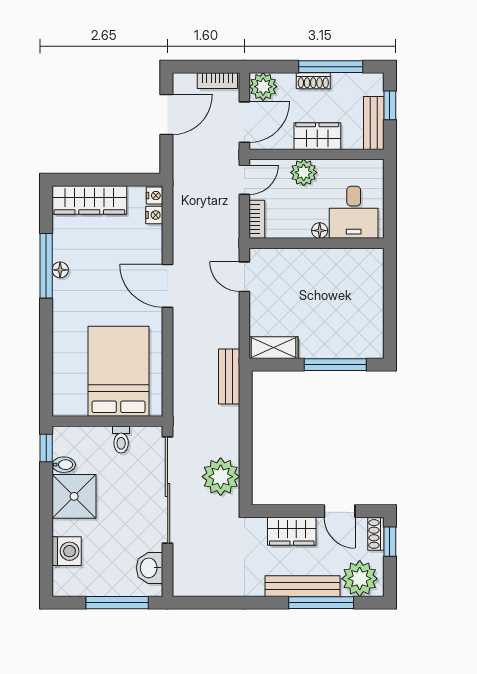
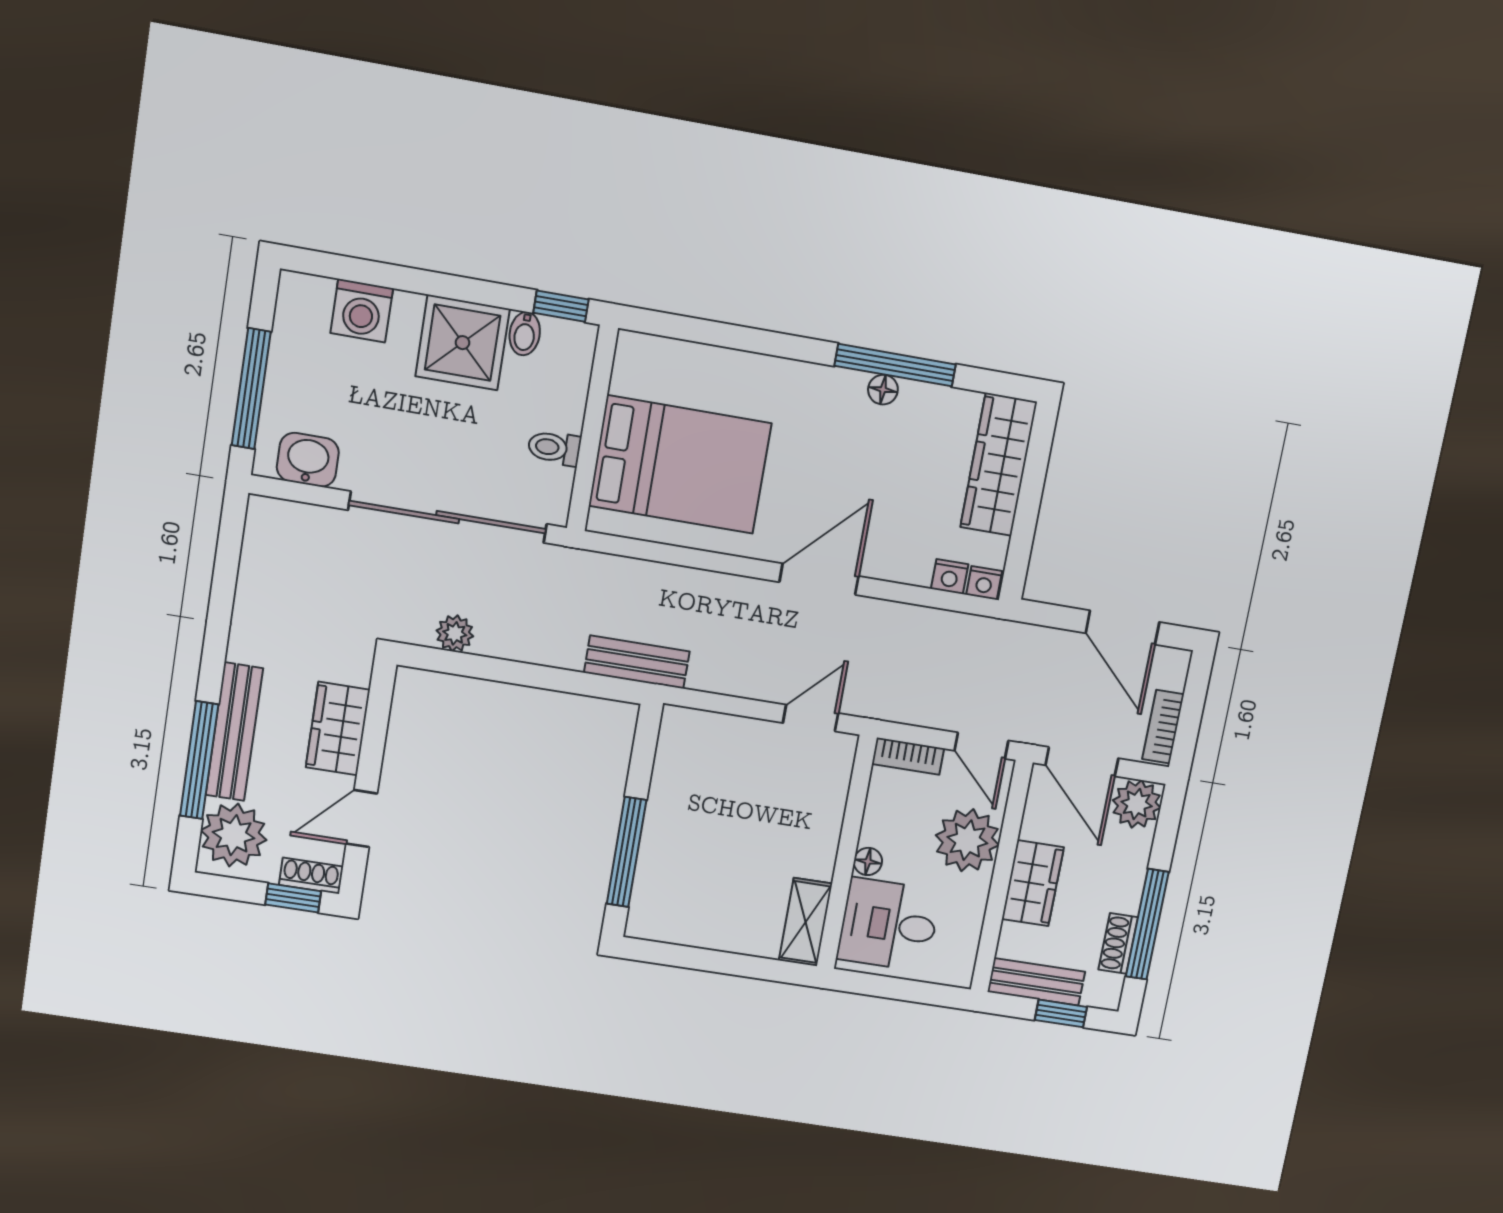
shoe rack: (313, 81) -> (1118, 943), moved
plant: (304, 172) -> (967, 840), width x1.36, depth x1.36
shelving: (274, 348) -> (805, 922), moved
plant: (221, 477) -> (455, 633), width x0.53, depth x0.53

